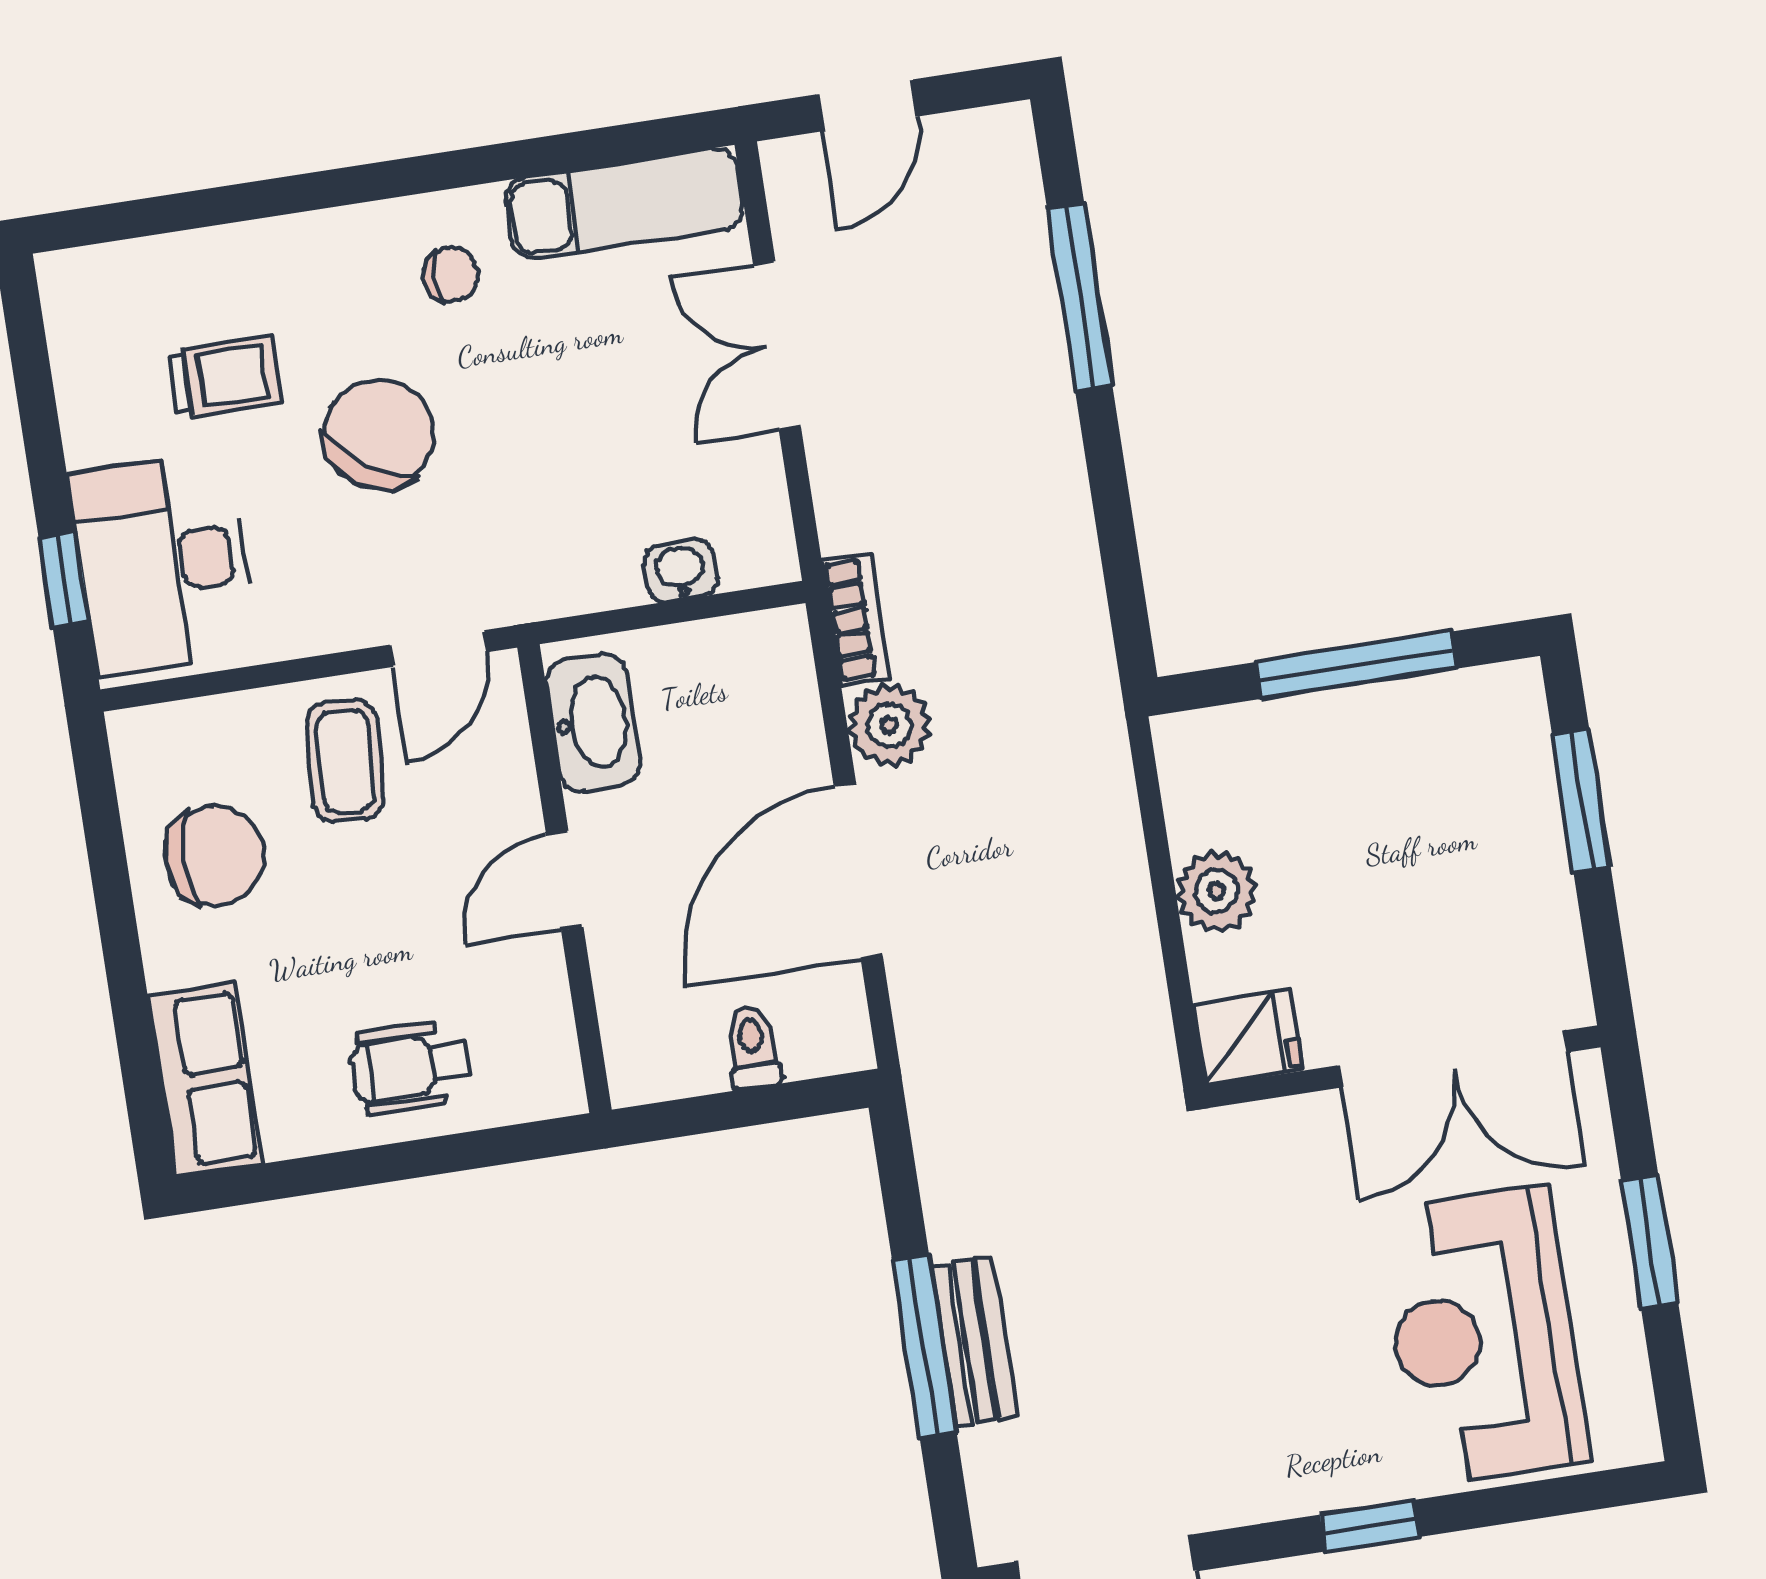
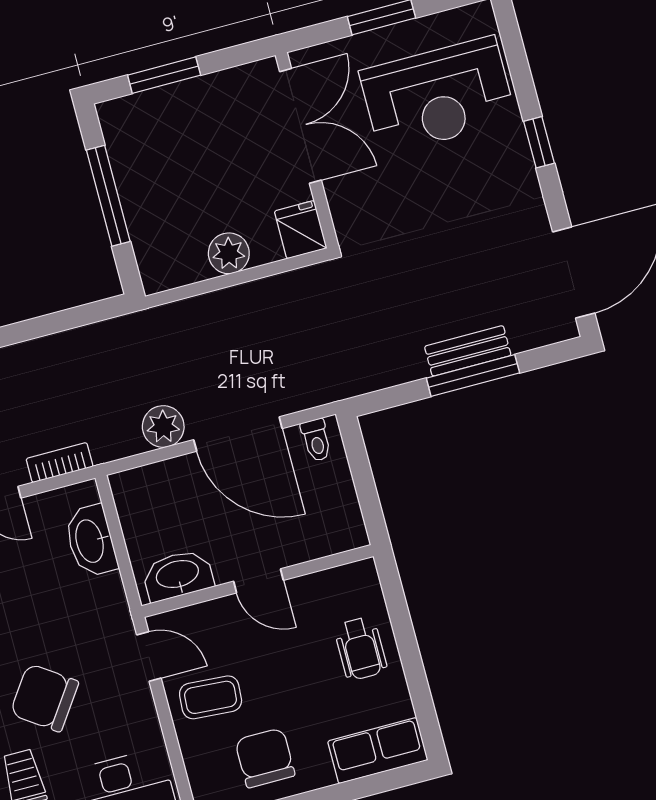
washbasin: (681, 571) -> (91, 541), width x1.91, depth x1.45
bookcase: (856, 619) -> (60, 463), moved
toilet: (752, 1047) -> (316, 440), moved, turned -90

